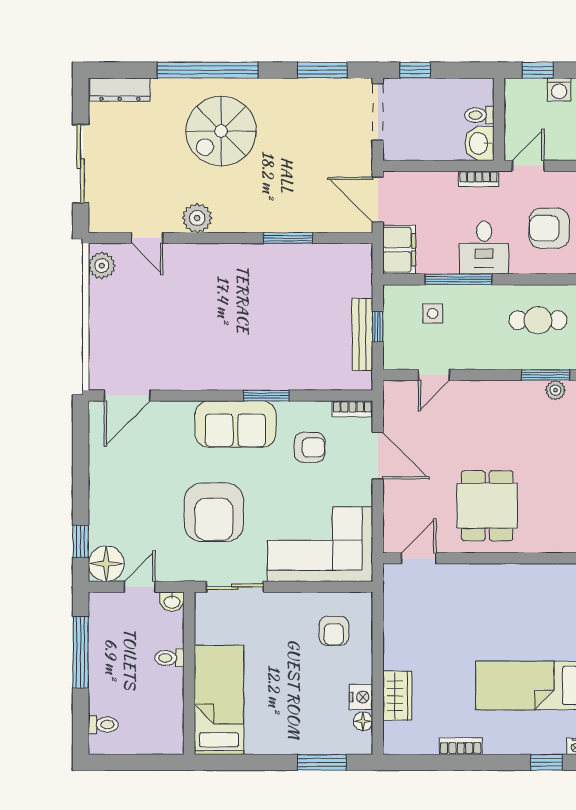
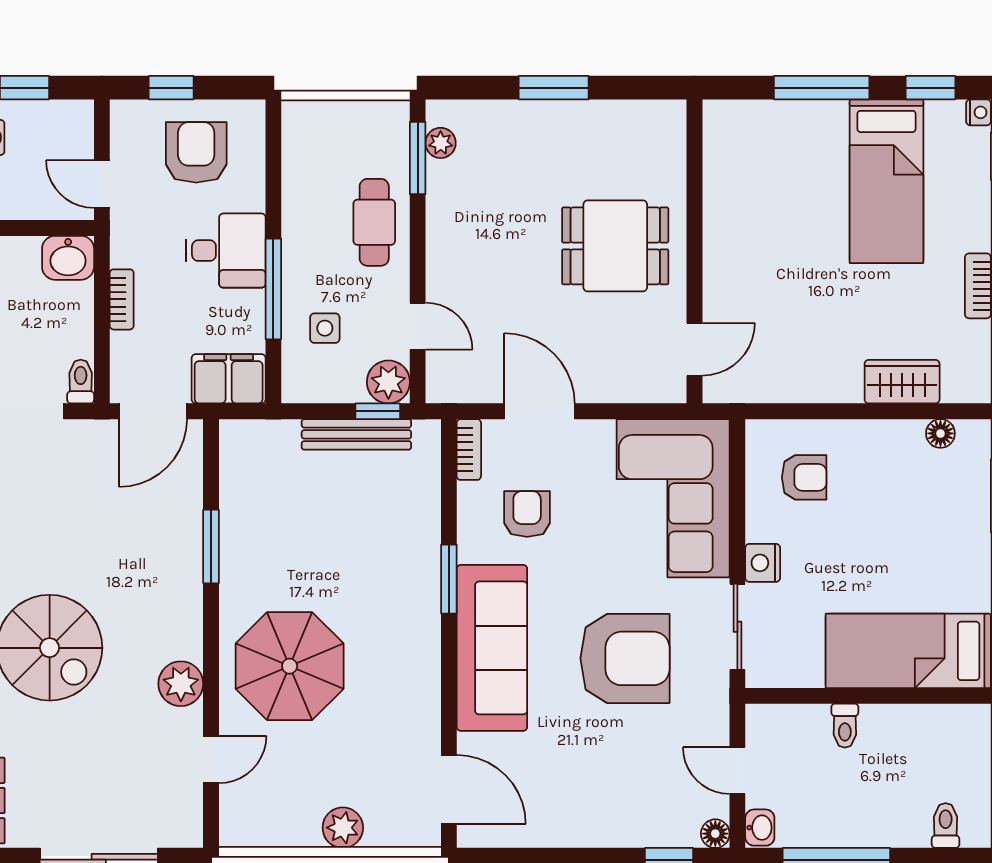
toilet: (479, 115) -> (81, 382), moved, turned 180
bookcase: (479, 179) -> (122, 299), moved
armchair: (549, 228) -> (196, 152), turned 180
plant: (102, 266) -> (343, 828), moved
parasol: (209, 290) -> (290, 666), added
cafe table: (538, 320) -> (374, 222), moved
window: (378, 327) -> (378, 411), moved
plant: (397, 356) -> (388, 382), added
sofa: (235, 424) -> (492, 648), width x1.36
door: (378, 456) -> (540, 411), hinge flipped
door: (419, 558) -> (695, 349), swing flipped
floor lamp: (106, 564) -> (715, 834), width x0.53, depth x0.53
washbasin: (172, 602) -> (760, 828), moved
nightstand: (361, 697) -> (763, 563), moved, turned -90

